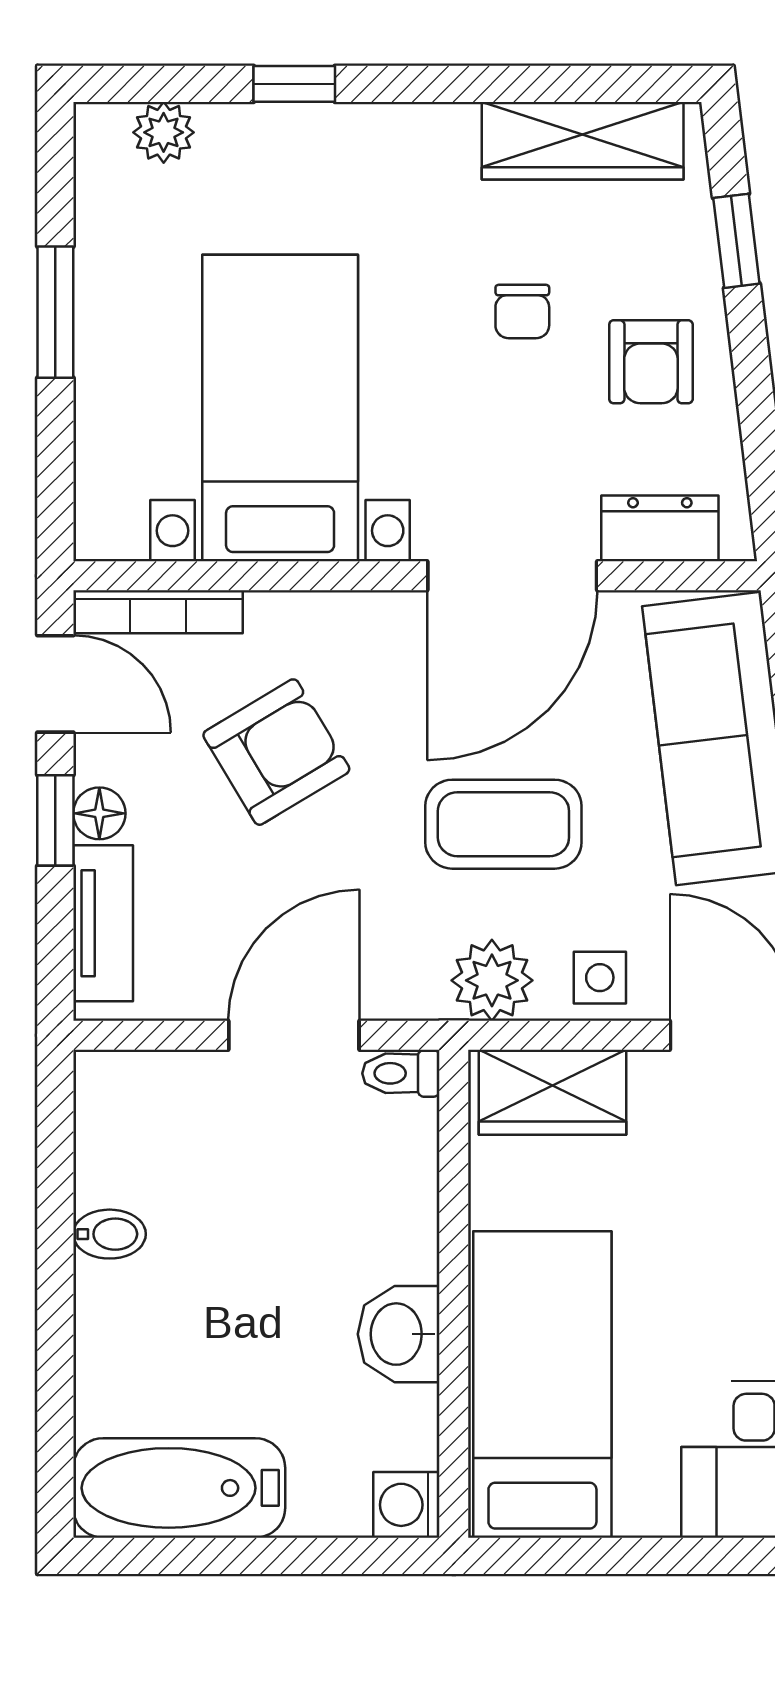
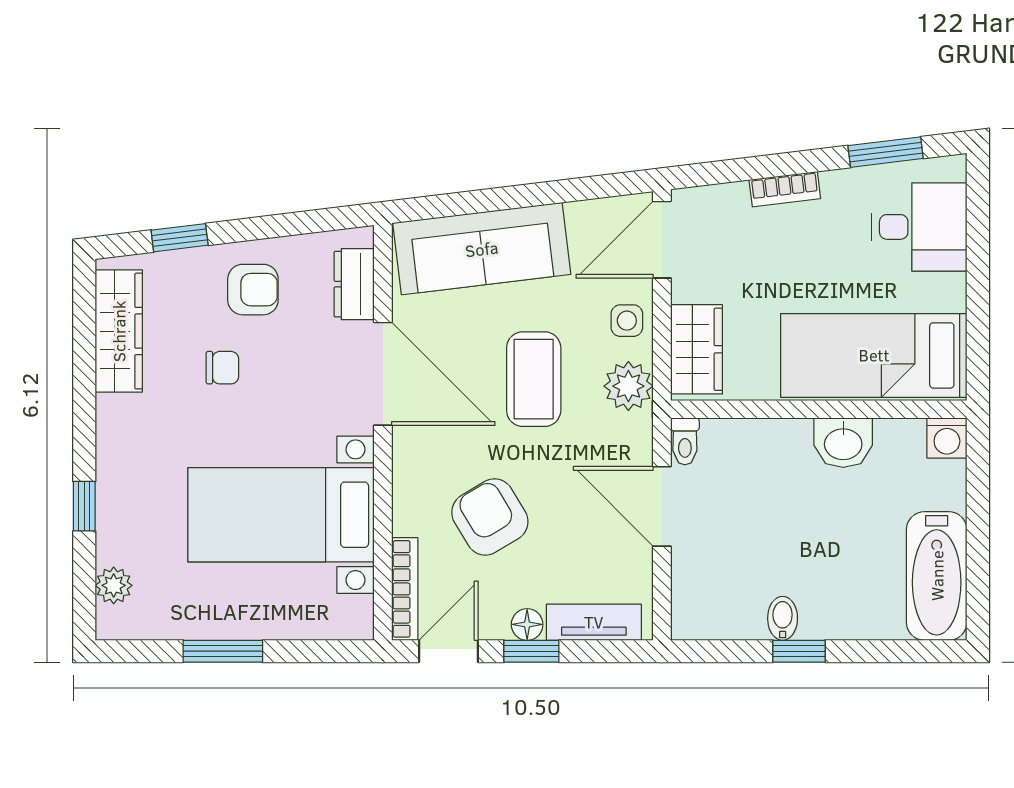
window: (55, 1261) -> (799, 651), added

